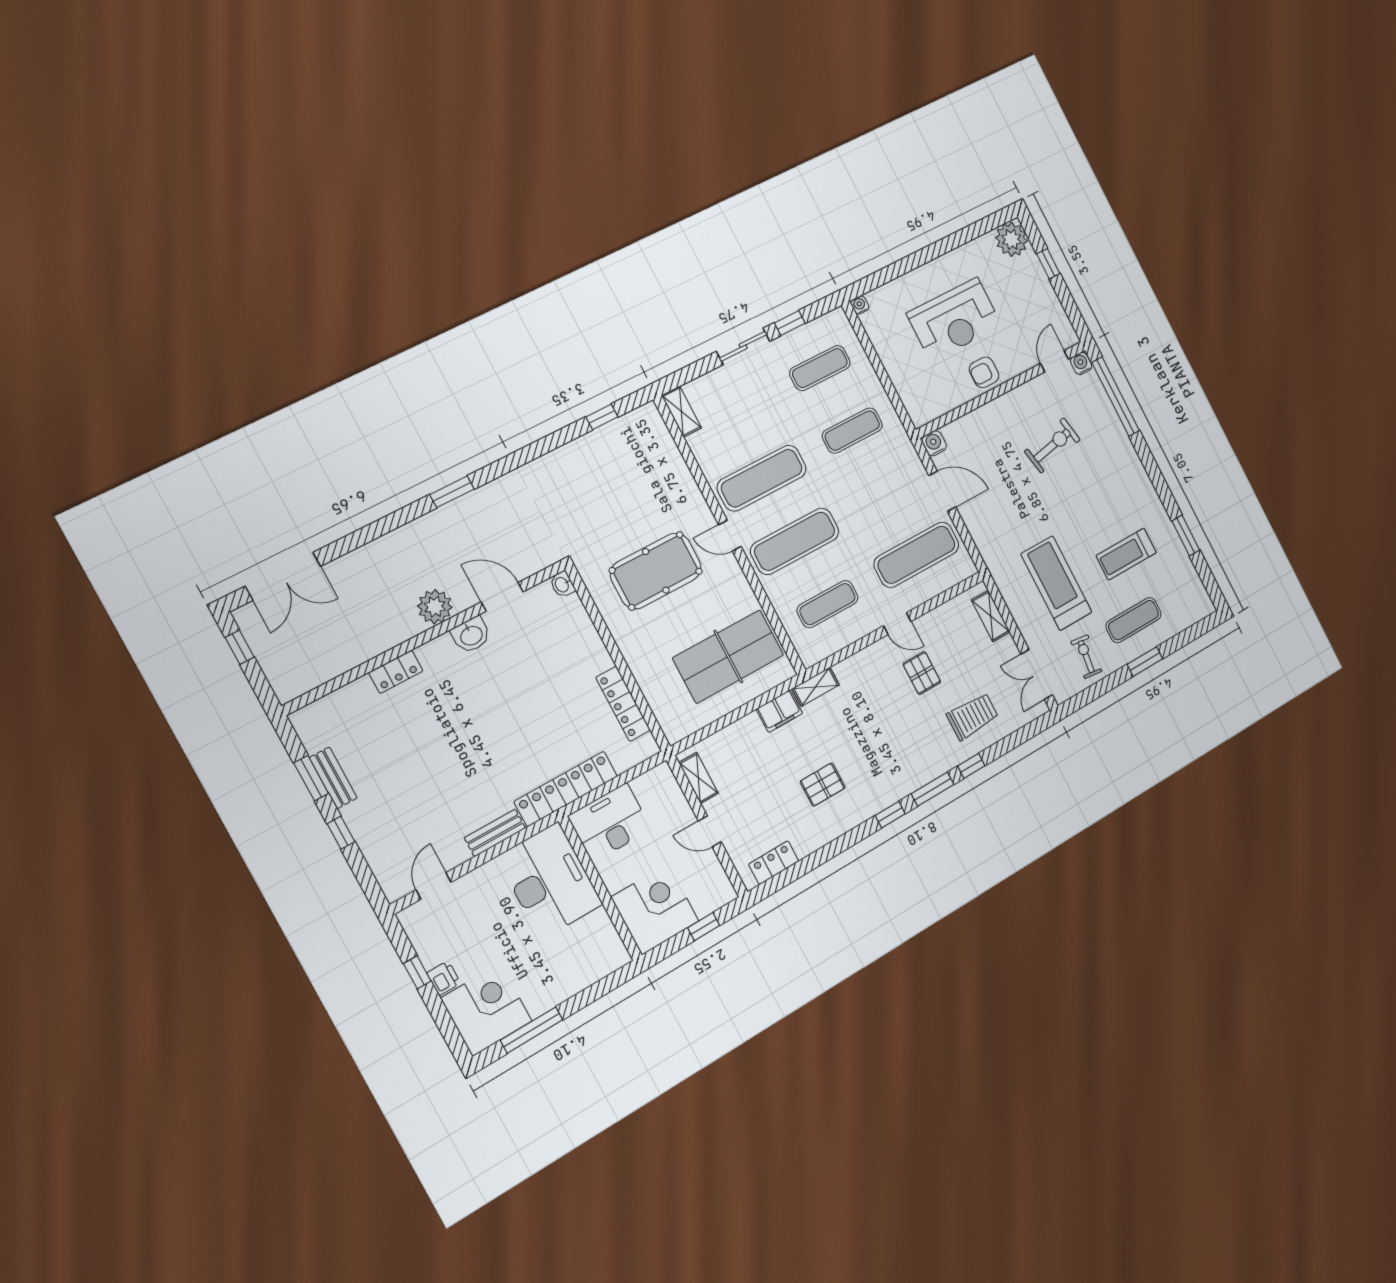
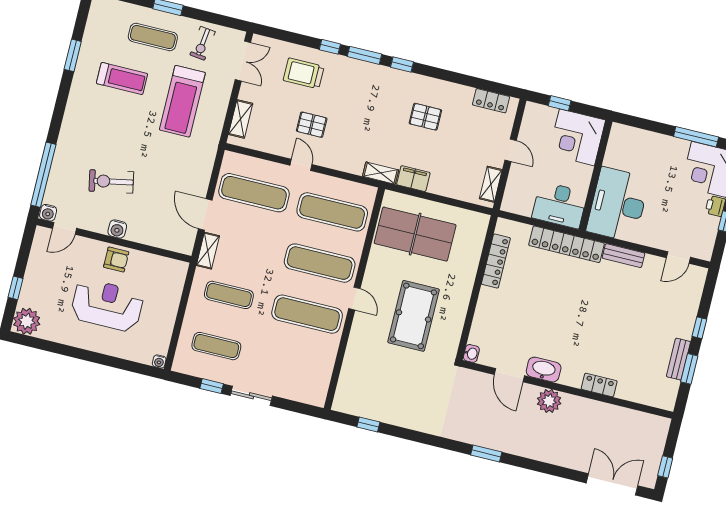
shelving: (682, 412) -> (208, 251), moved
water cooler: (934, 443) -> (117, 229), moved
pool table: (656, 571) -> (414, 316), turned 90
exercise mat: (828, 604) -> (332, 212), width x1.36, depth x1.45
washbasin: (471, 635) -> (544, 370), width x1.38
pallet: (922, 673) -> (312, 125), turned 90

